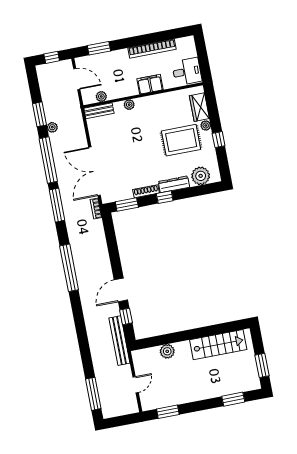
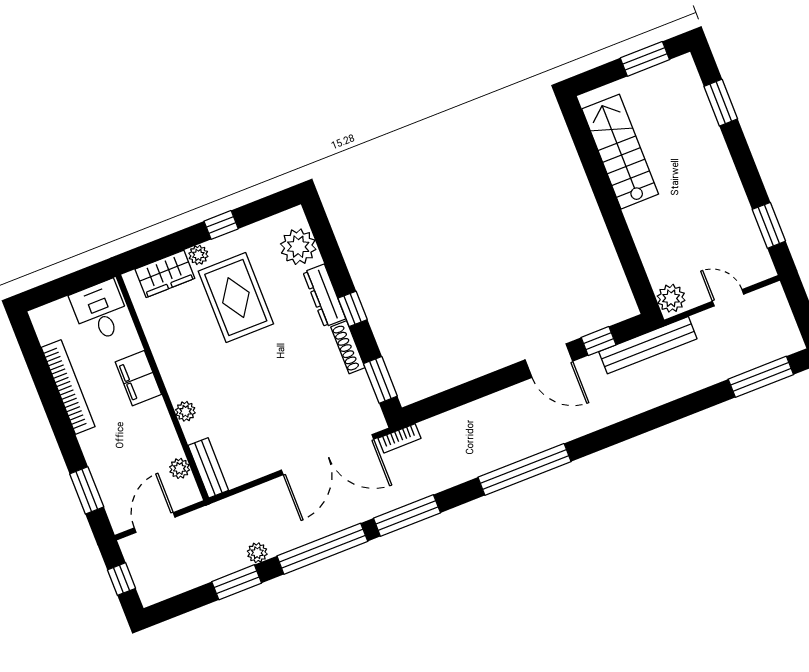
plant: (167, 351) -> (671, 298), moved

